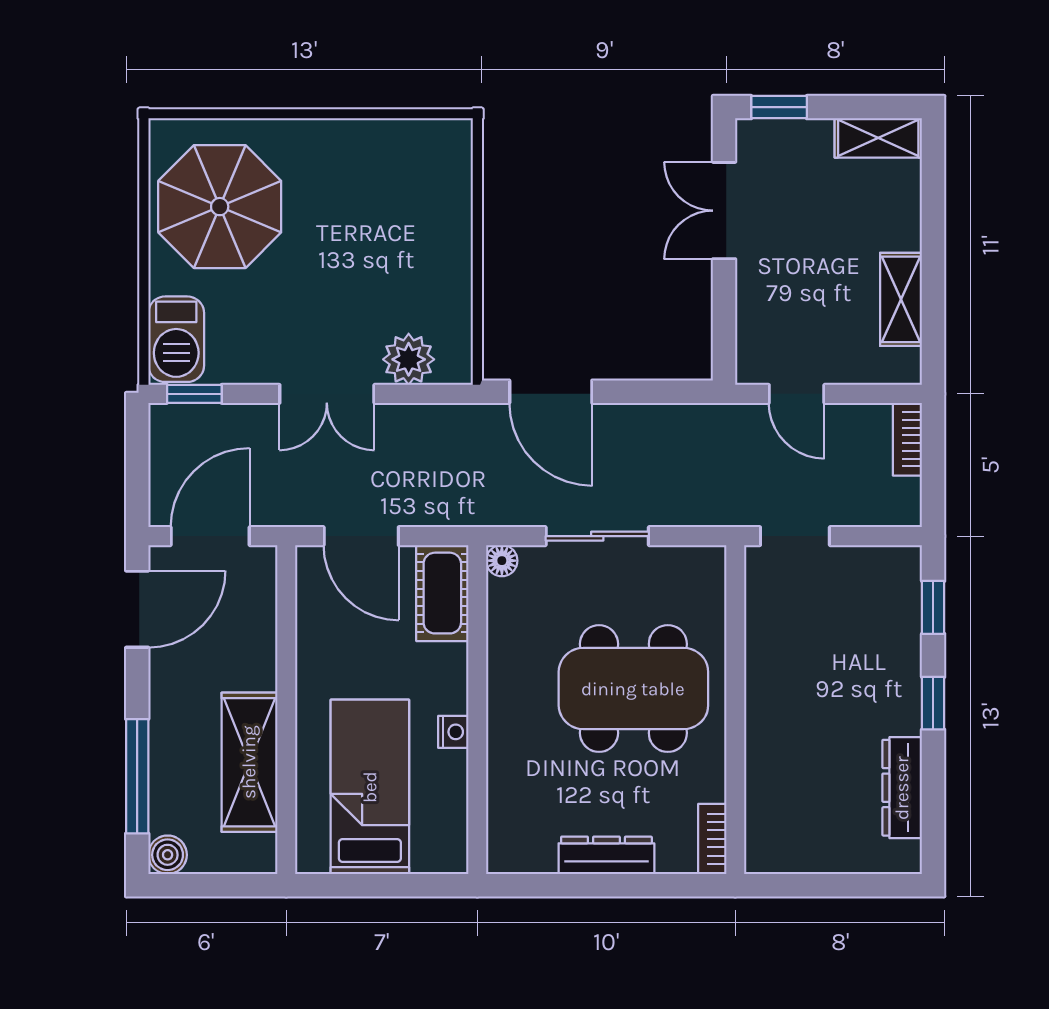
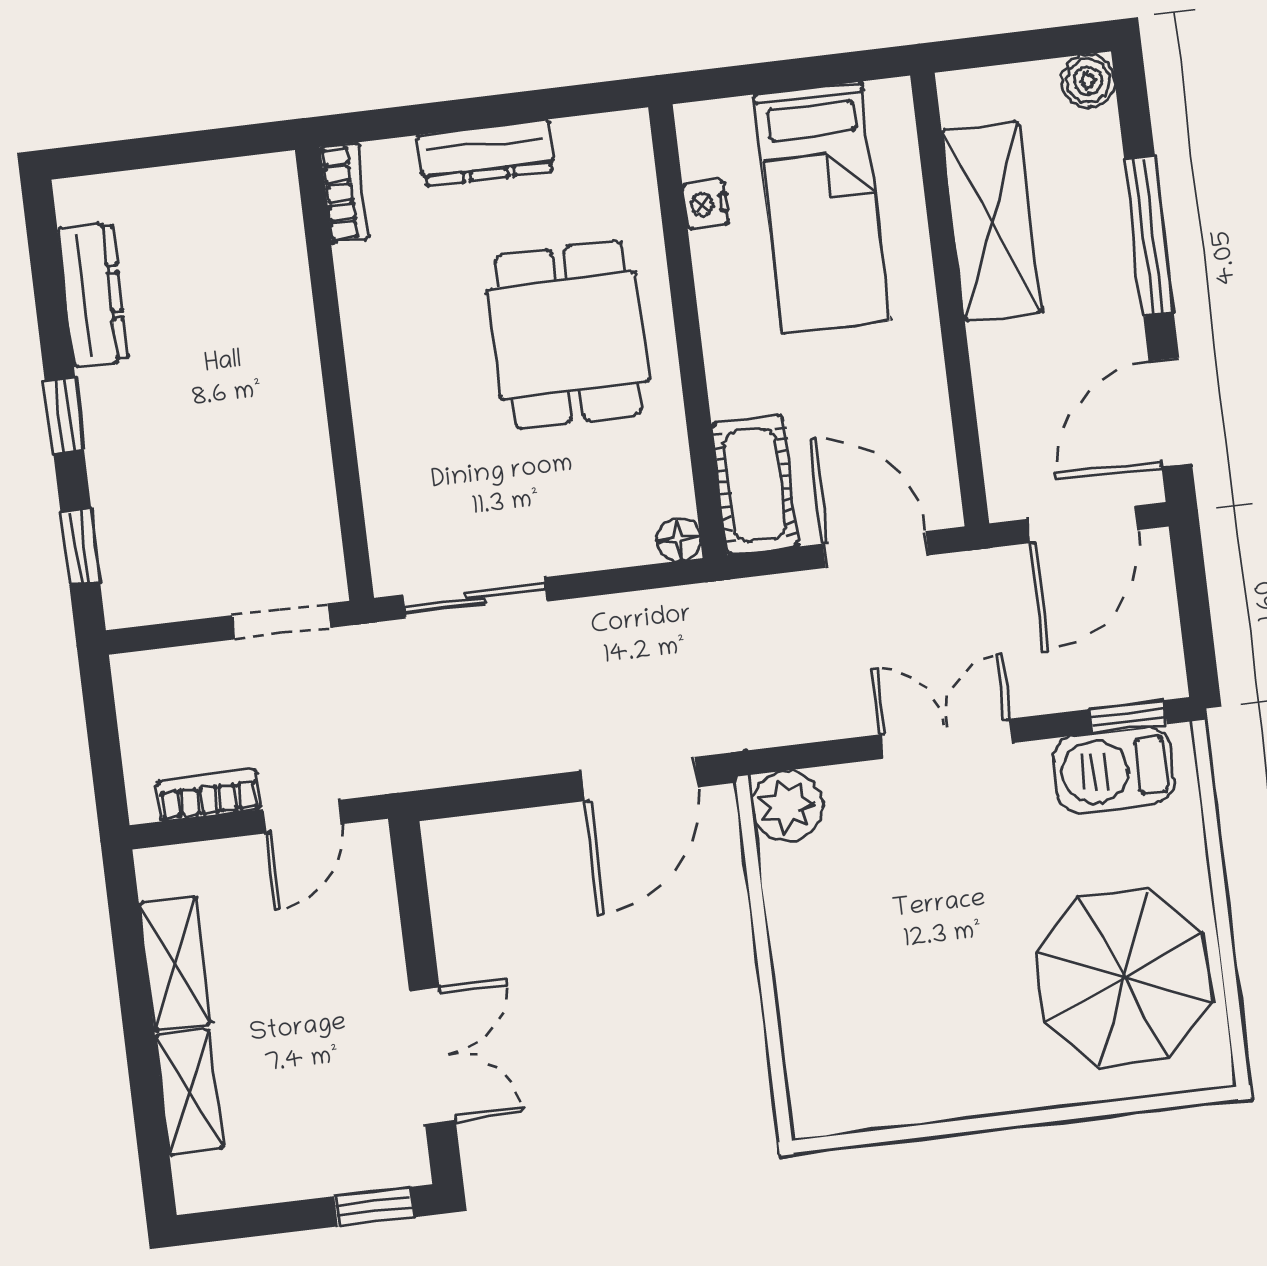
shelving: (878, 138) -> (189, 1092), moved, turned 90
barbecue: (176, 339) -> (1114, 770), moved, turned -90
plant: (409, 359) -> (787, 806), moved
door: (551, 392) -> (640, 779), swing flipped
door: (797, 394) -> (303, 817), swing flipped
bookcase: (907, 439) -> (209, 795), moved, turned -90
sliding door: (597, 536) -> (475, 598), moved
dining table: (633, 689) -> (568, 335), moved, width x0.73
nightstand: (453, 732) -> (706, 204), moved
window: (137, 776) -> (1149, 236), moved

